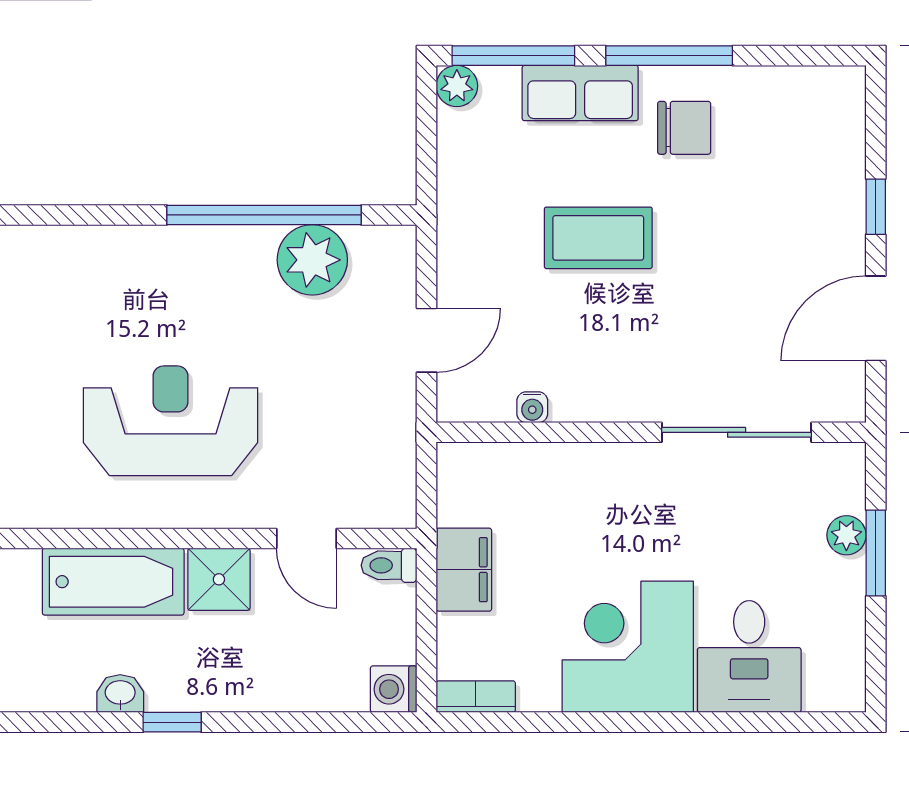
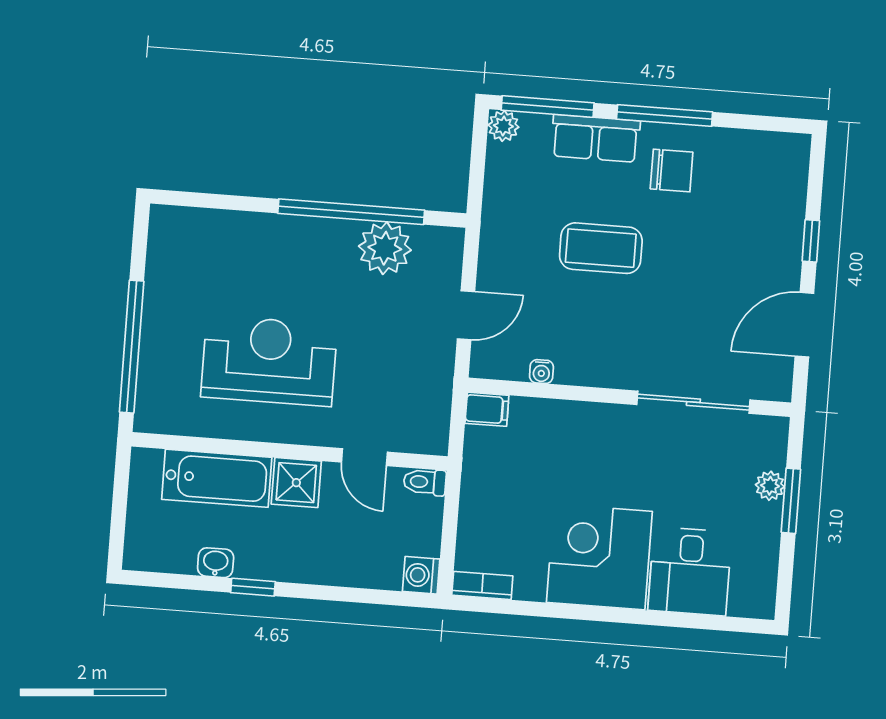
filing cabinet: (464, 570) -> (487, 409), moved, width x0.50

